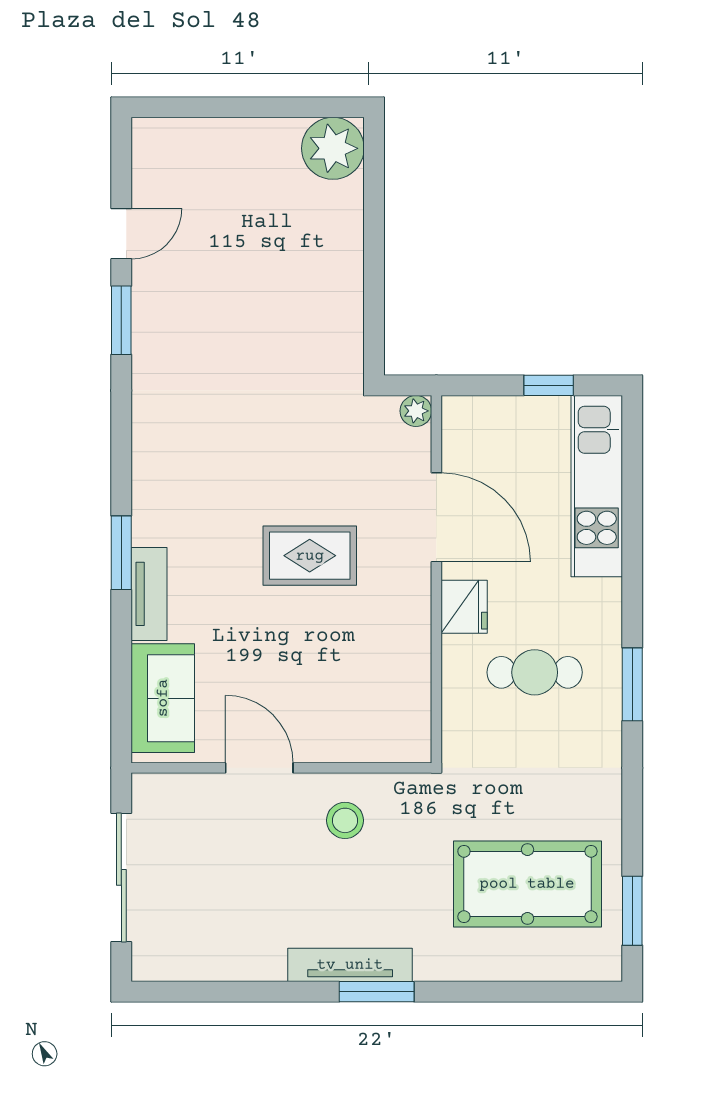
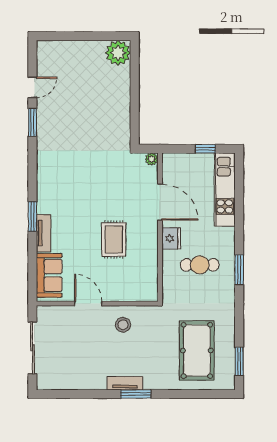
rug: (310, 556) -> (114, 239), moved, turned 90
pool table: (527, 884) -> (197, 350), turned 90
tv unit: (350, 965) -> (125, 383), width x0.71

